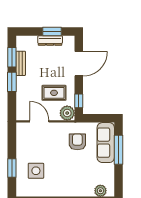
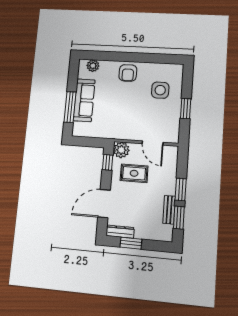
dresser: (50, 40) -> (120, 232), moved
armchair: (77, 142) -> (128, 73), moved
sofa: (106, 143) -> (84, 100), moved
window: (12, 168) -> (186, 109), moved

